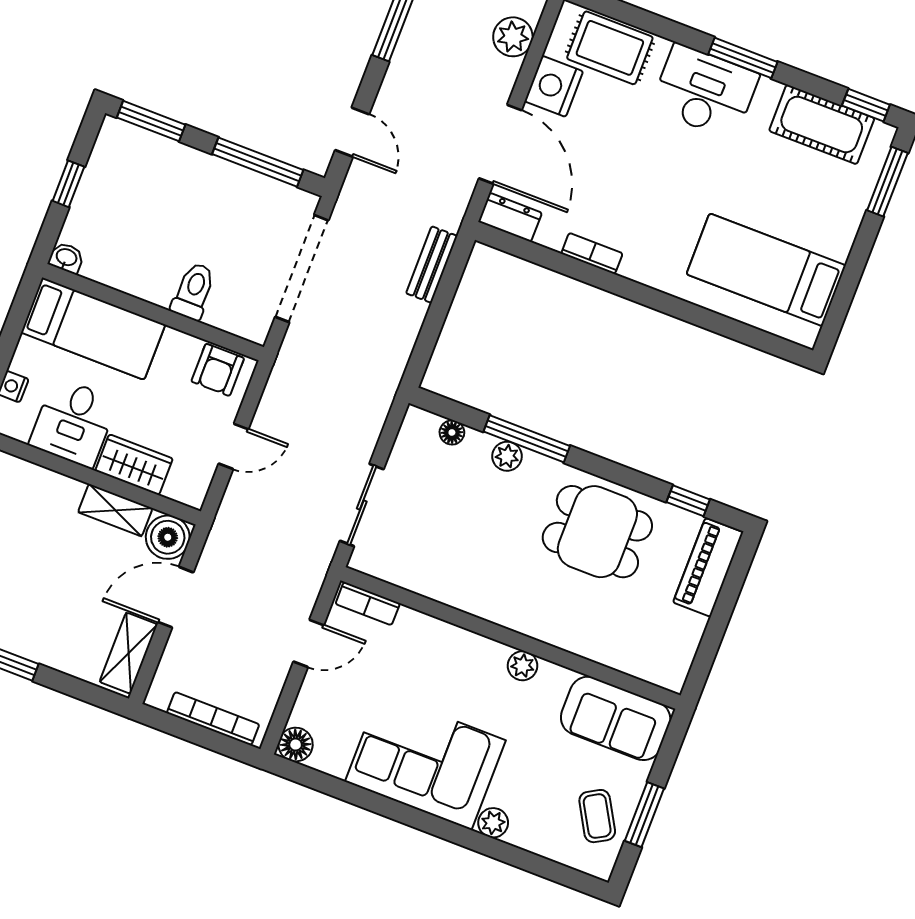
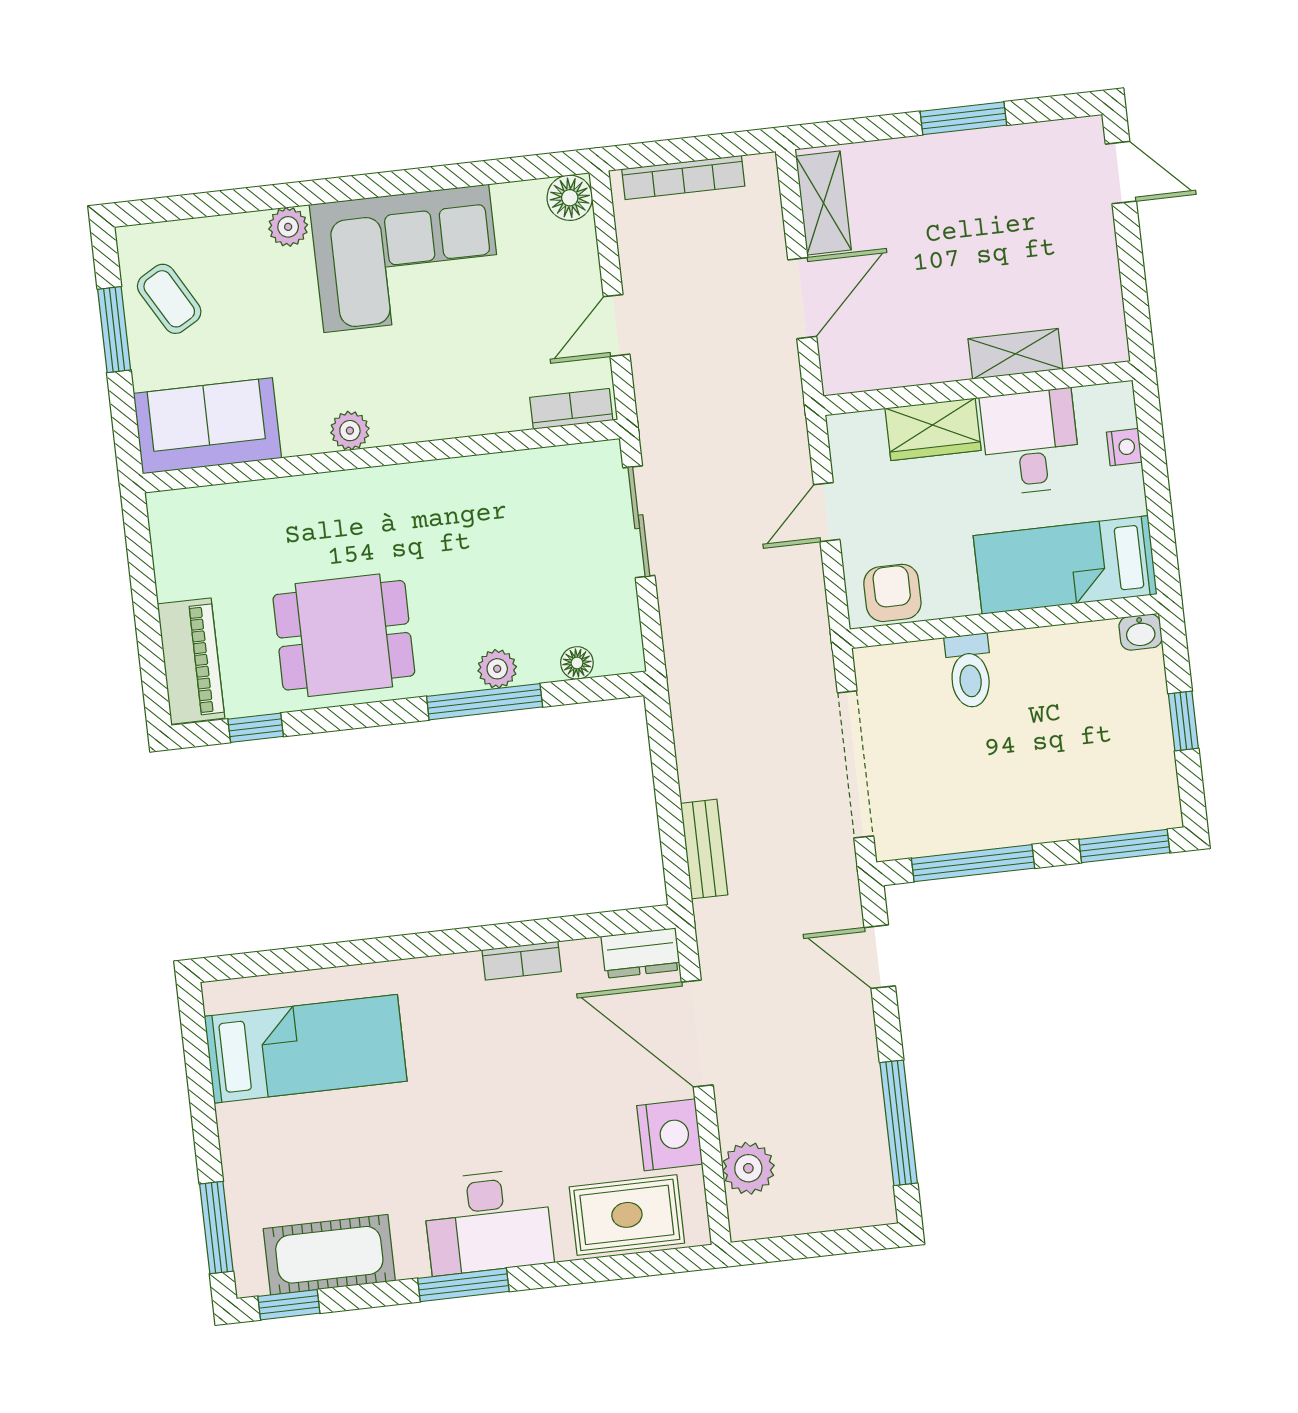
shelving: (115, 510) -> (1015, 354), moved
boiler: (168, 537) -> (848, 364), removed

